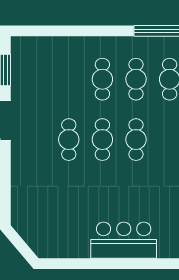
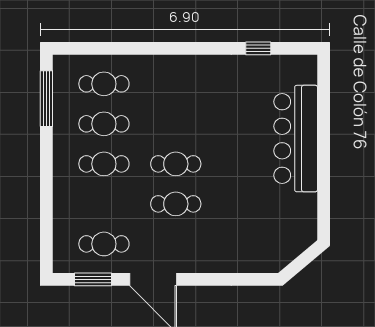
cafe table: (136, 140) -> (104, 244), moved
bar counter: (124, 240) -> (296, 139), width x1.36

